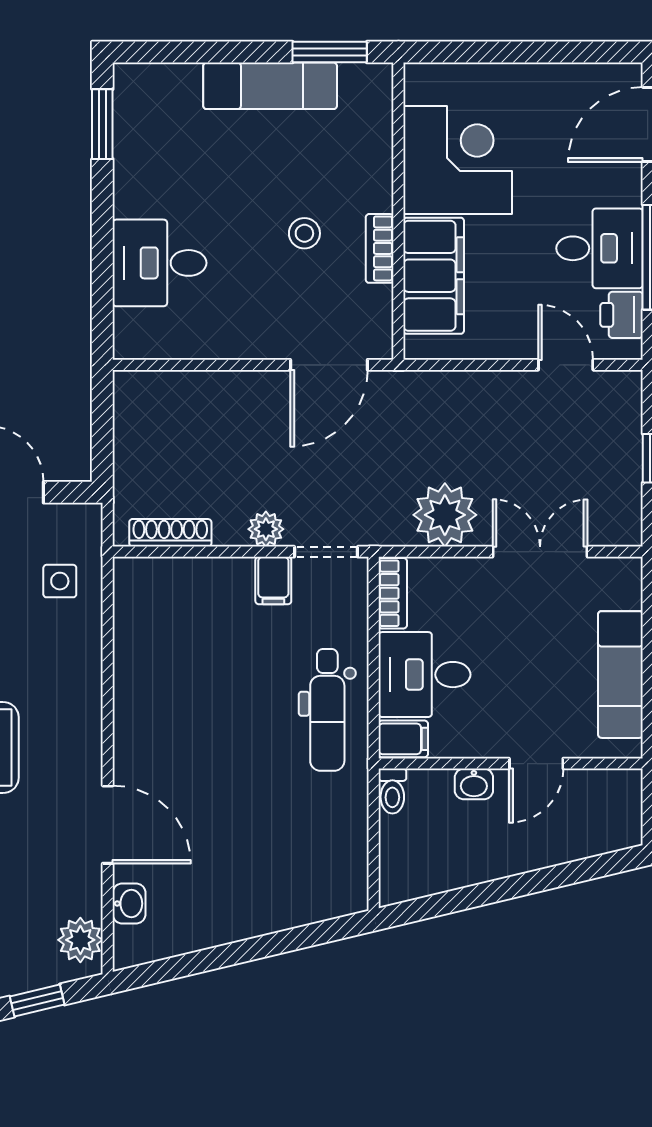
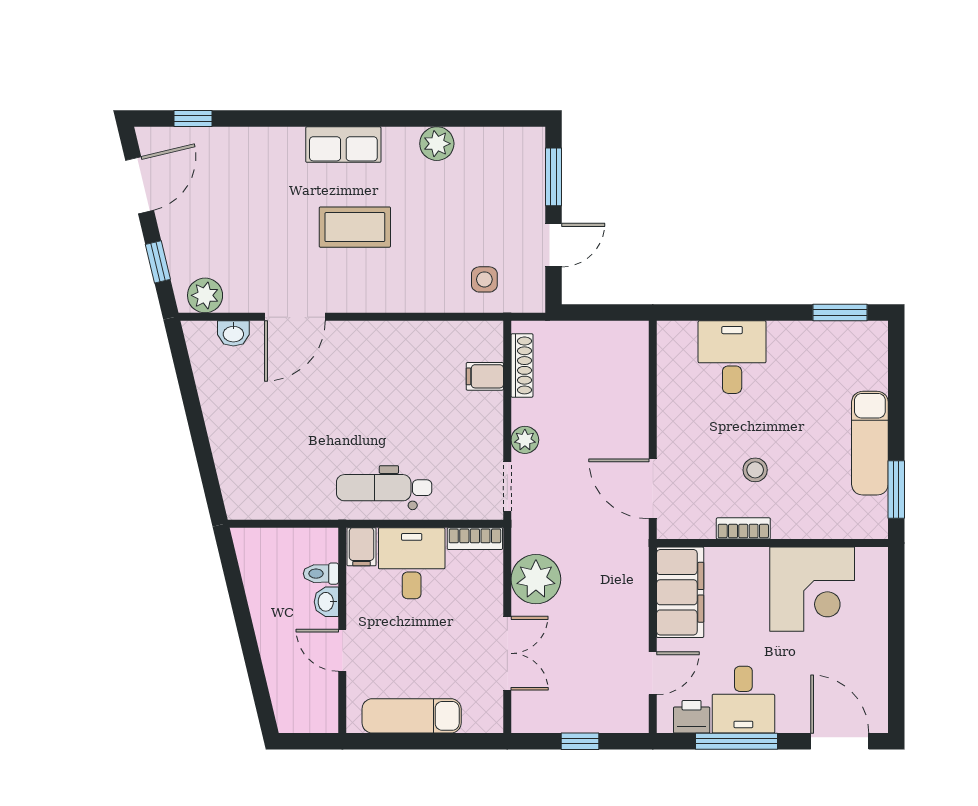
filing cabinet: (434, 276) -> (680, 592), moved, turned -90
filing cabinet: (273, 580) -> (485, 376), moved
toilet: (392, 791) -> (321, 574), moved

